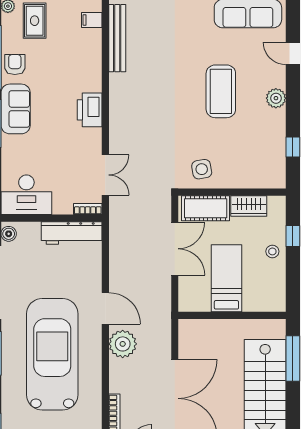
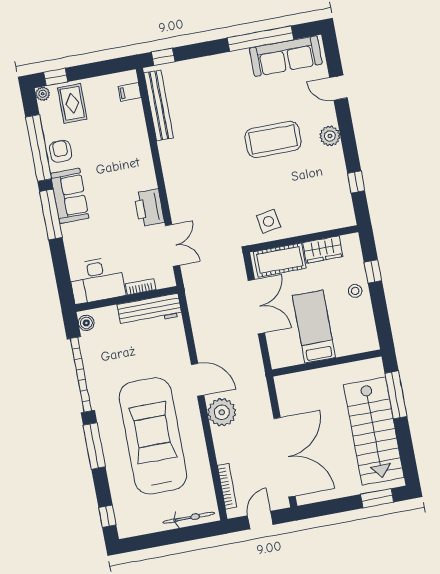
coffee table: (221, 91) -> (273, 139), turned 90
printer: (90, 110) -> (149, 208), moved
bookcase: (88, 209) -> (141, 287), moved

